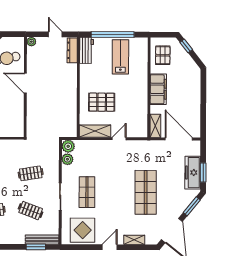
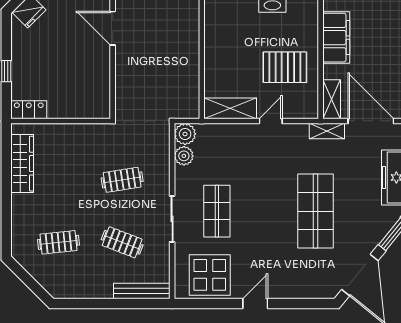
pallet: (102, 102) -> (285, 67), moved
shelving: (134, 240) -> (327, 131), moved
window: (36, 247) -> (131, 303), removed

